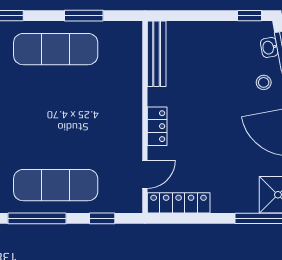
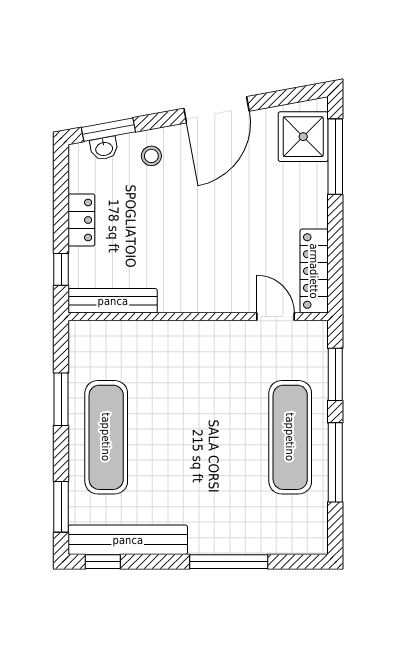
window: (249, 16) -> (61, 269), moved
locker: (157, 126) -> (81, 220), moved, turned 90
window: (102, 218) -> (335, 374), width x1.50

